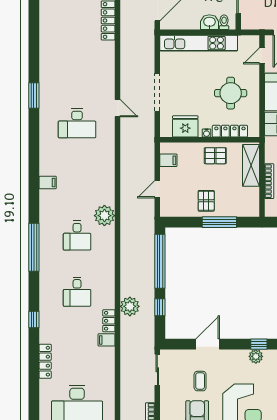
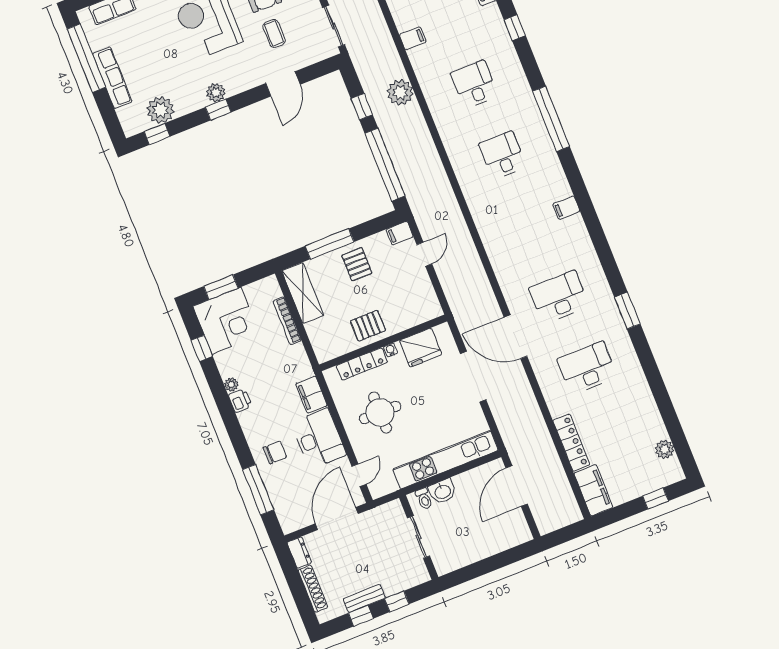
desk: (77, 67) -> (587, 368), added
door: (117, 108) -> (515, 337), width x1.88
filing cabinet: (168, 160) -> (400, 233), moved
shelving: (251, 165) -> (303, 293), moved
plant: (104, 216) -> (478, 194), removed
locker: (109, 321) -> (419, 64), removed

